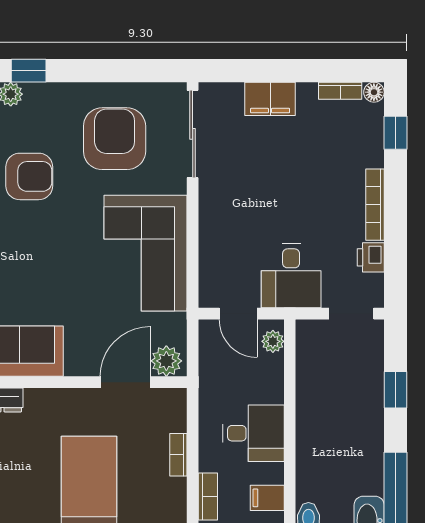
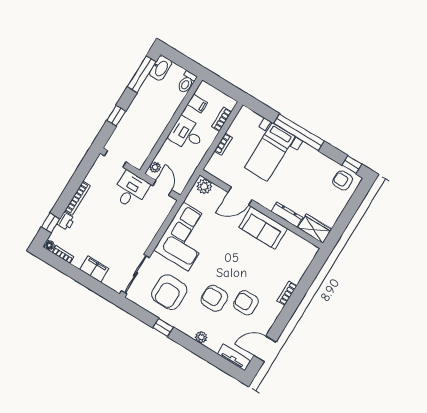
window: (29, 71) -> (163, 327), moved
printer: (371, 257) -> (66, 221), moved
door: (125, 382) -> (240, 196), moved

